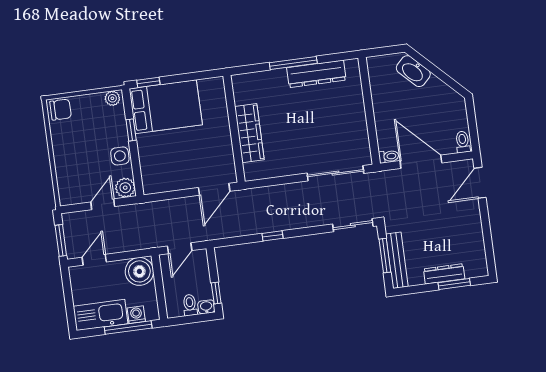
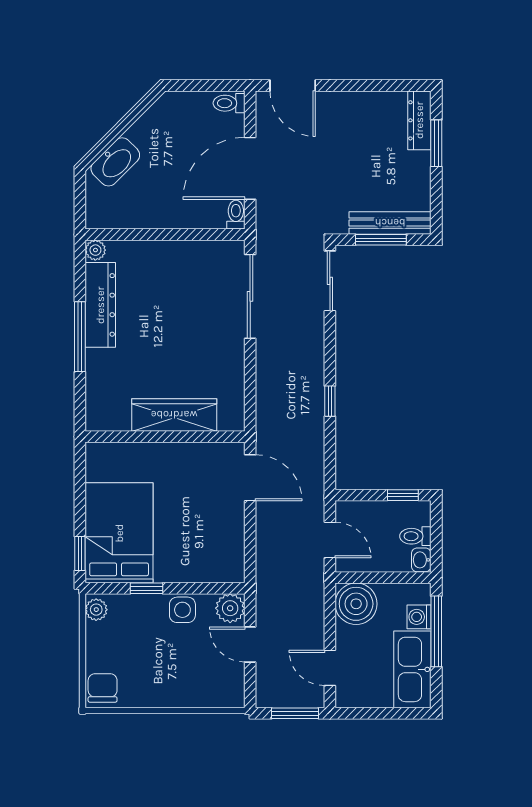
plant: (353, 66) -> (95, 250), added
dresser: (444, 274) -> (419, 120), moved
washbasin: (206, 307) -> (421, 560), moved

